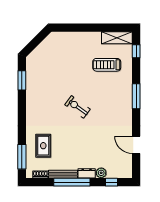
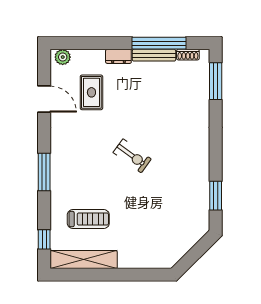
shelving: (117, 38) -> (84, 260), width x1.47
rug: (43, 146) -> (91, 92), moved
plant: (101, 173) -> (63, 57), moved
window: (72, 182) -> (159, 43), moved
window: (112, 182) -> (81, 43), removed

